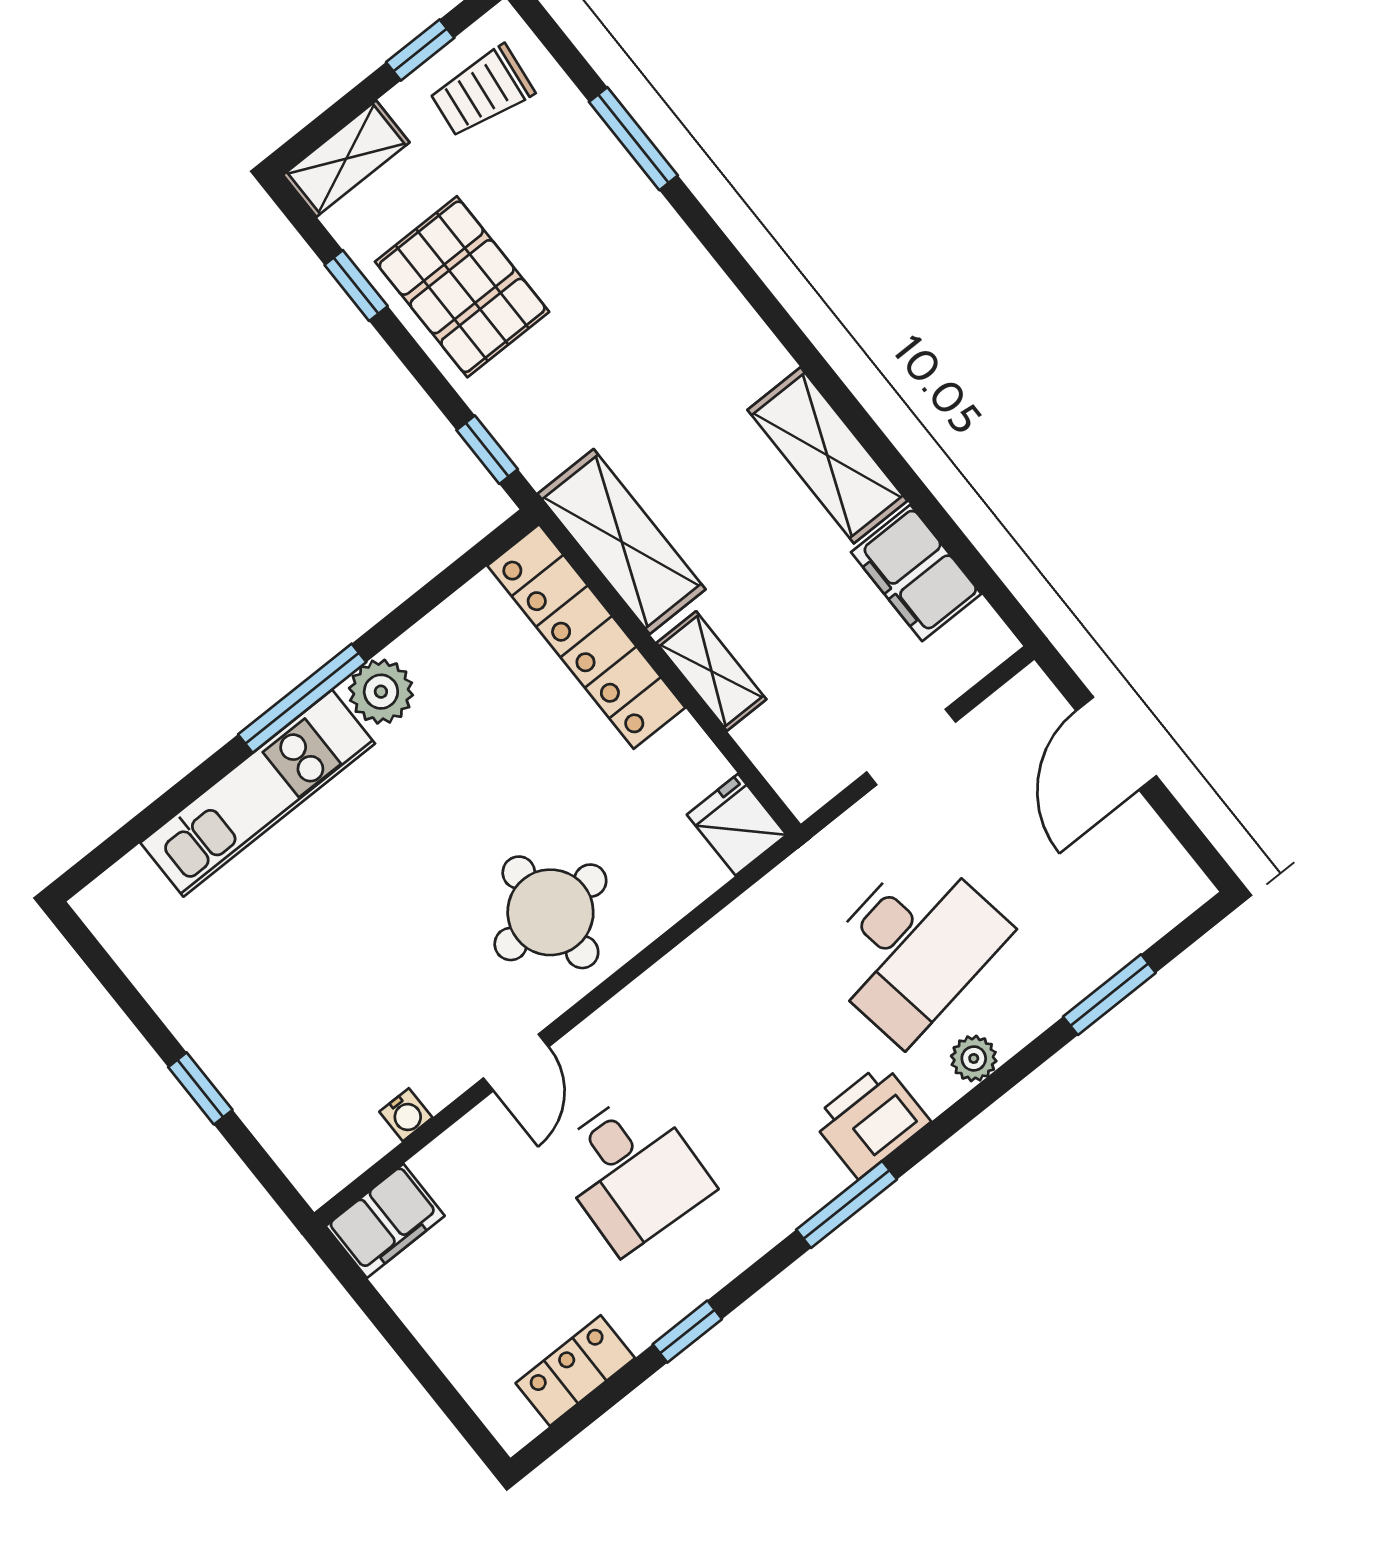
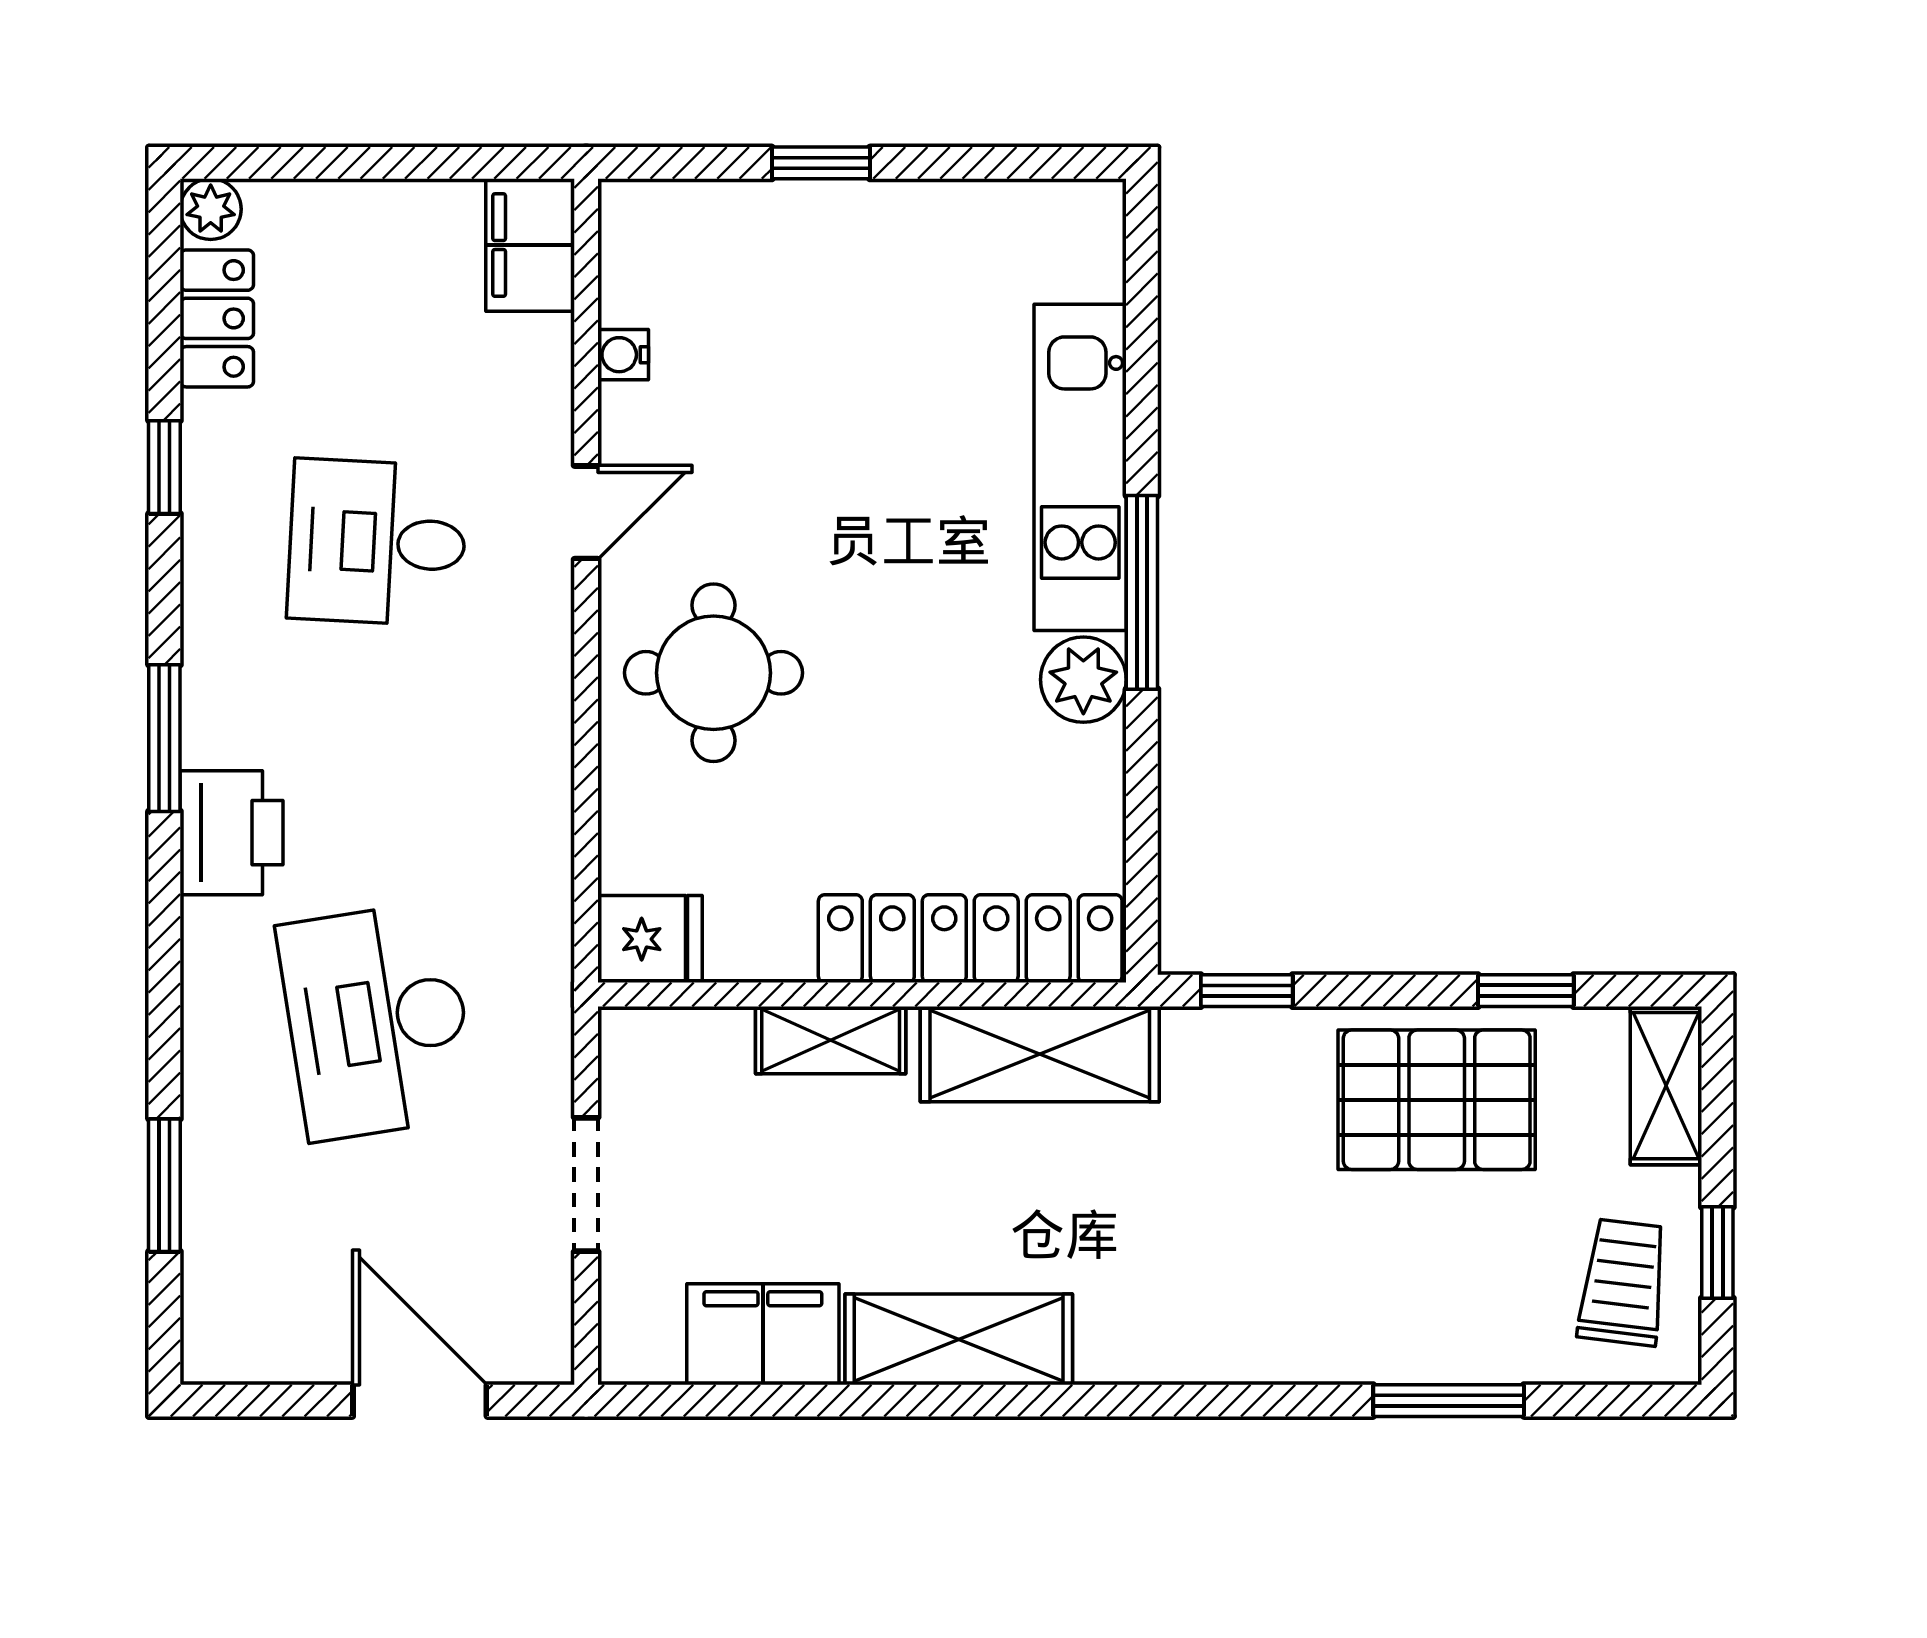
plant: (974, 1058) -> (211, 209), moved
door: (516, 1062) -> (586, 512), swing flipped

